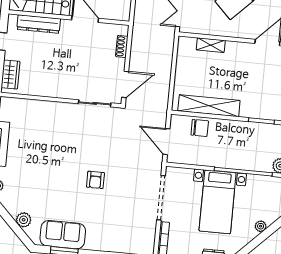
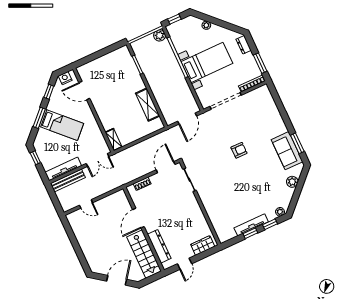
shelving: (211, 45) -> (114, 140), moved
door: (125, 84) -> (166, 167), hinge flipped
shelving: (209, 106) -> (148, 105), width x0.68
chair: (200, 128) -> (166, 102), removed

